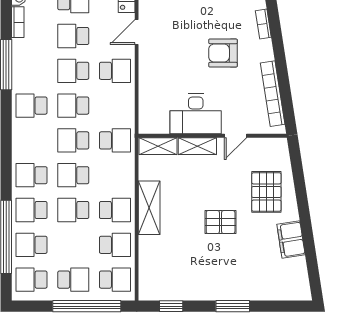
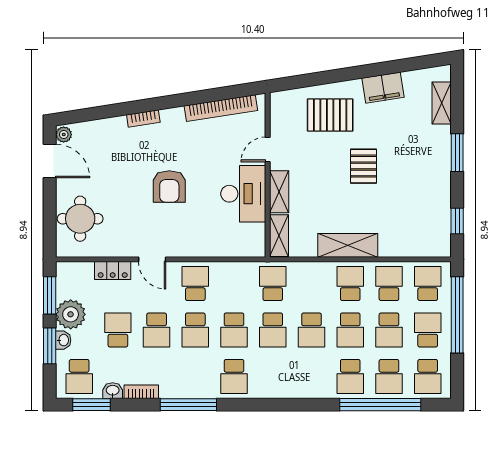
armchair: (223, 53) -> (169, 186), moved
door: (235, 136) -> (268, 149), swing flipped
school desk: (31, 175) -> (389, 330), moved
shelving: (277, 292) -> (442, 103), added

